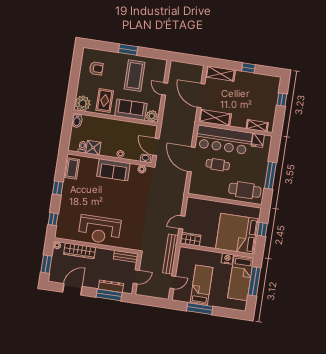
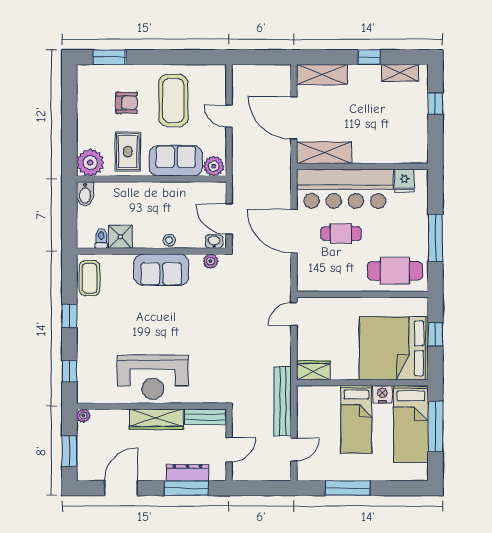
window: (128, 50) -> (109, 57), moved
armchair: (96, 68) -> (127, 103), moved
shelving: (257, 126) -> (400, 73), moved
door: (182, 222) -> (294, 314), moved
wardrobe: (80, 251) -> (156, 419), moved
bed: (201, 285) -> (356, 419), moved, turned 180

